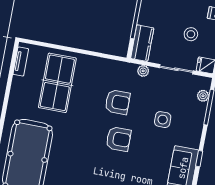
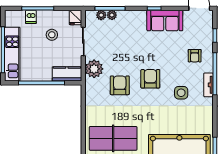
plant: (143, 71) -> (94, 69), width x1.87, depth x1.87
plant: (201, 108) -> (112, 15), added
side table: (163, 120) -> (181, 93), moved

